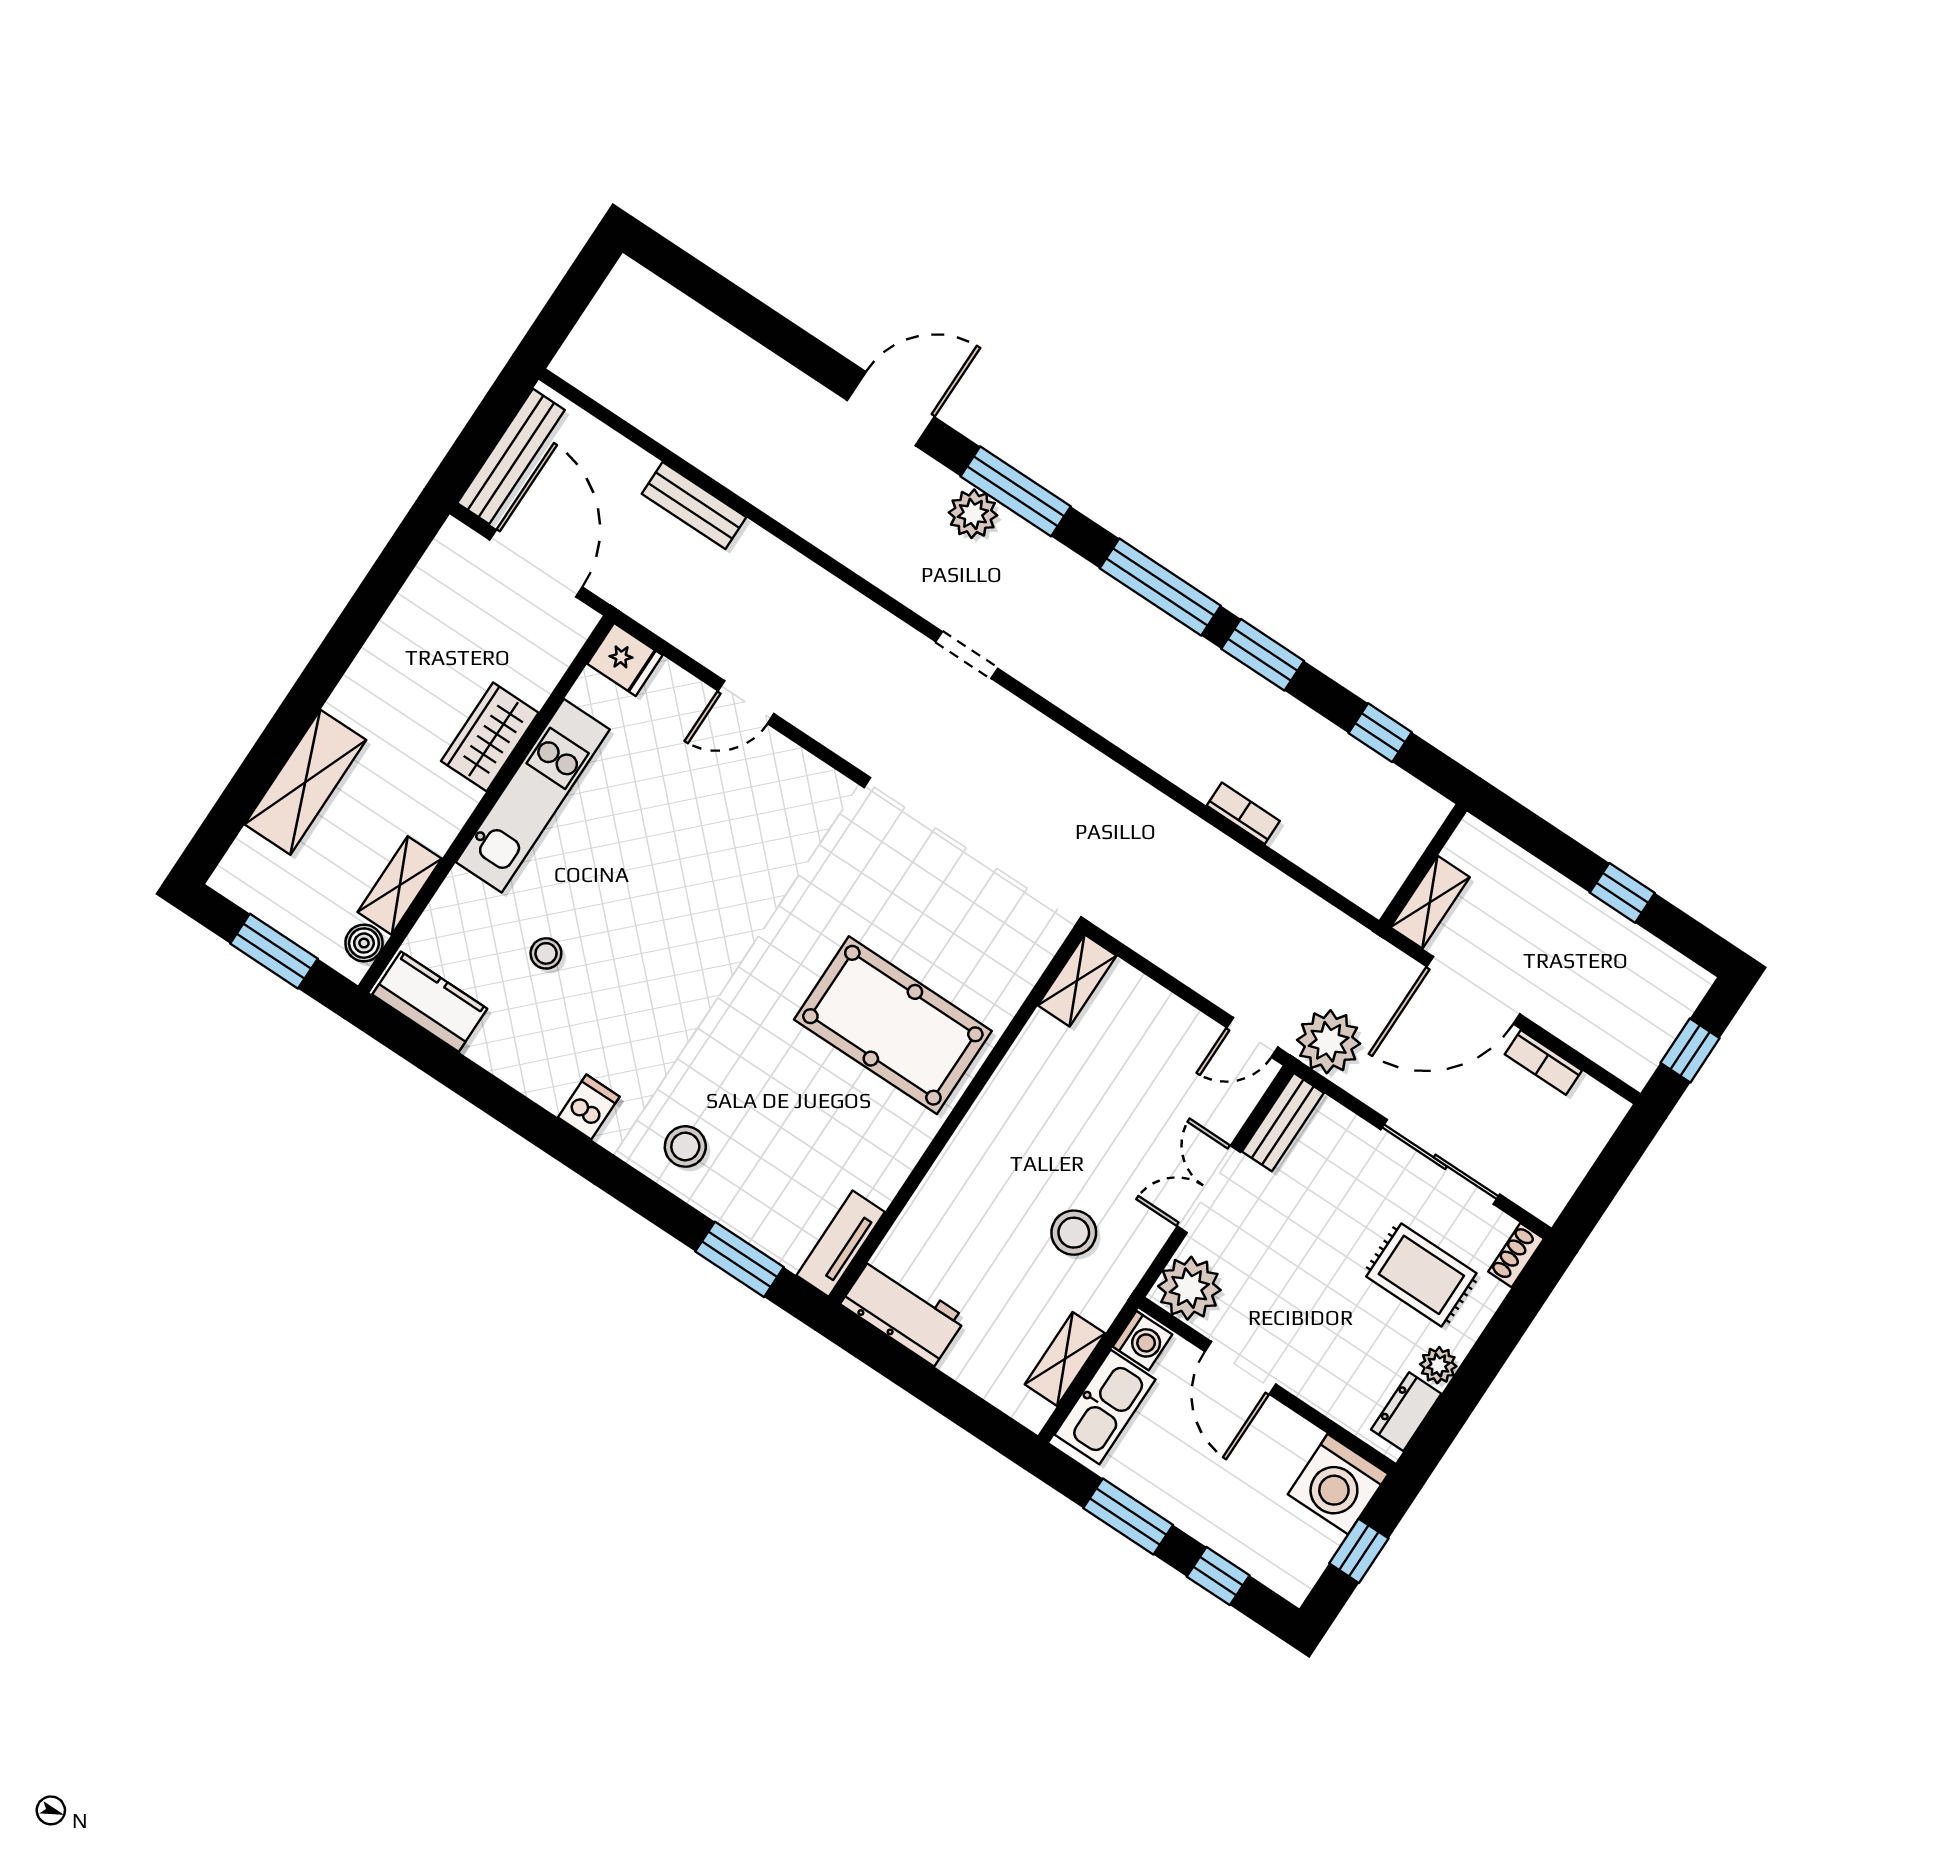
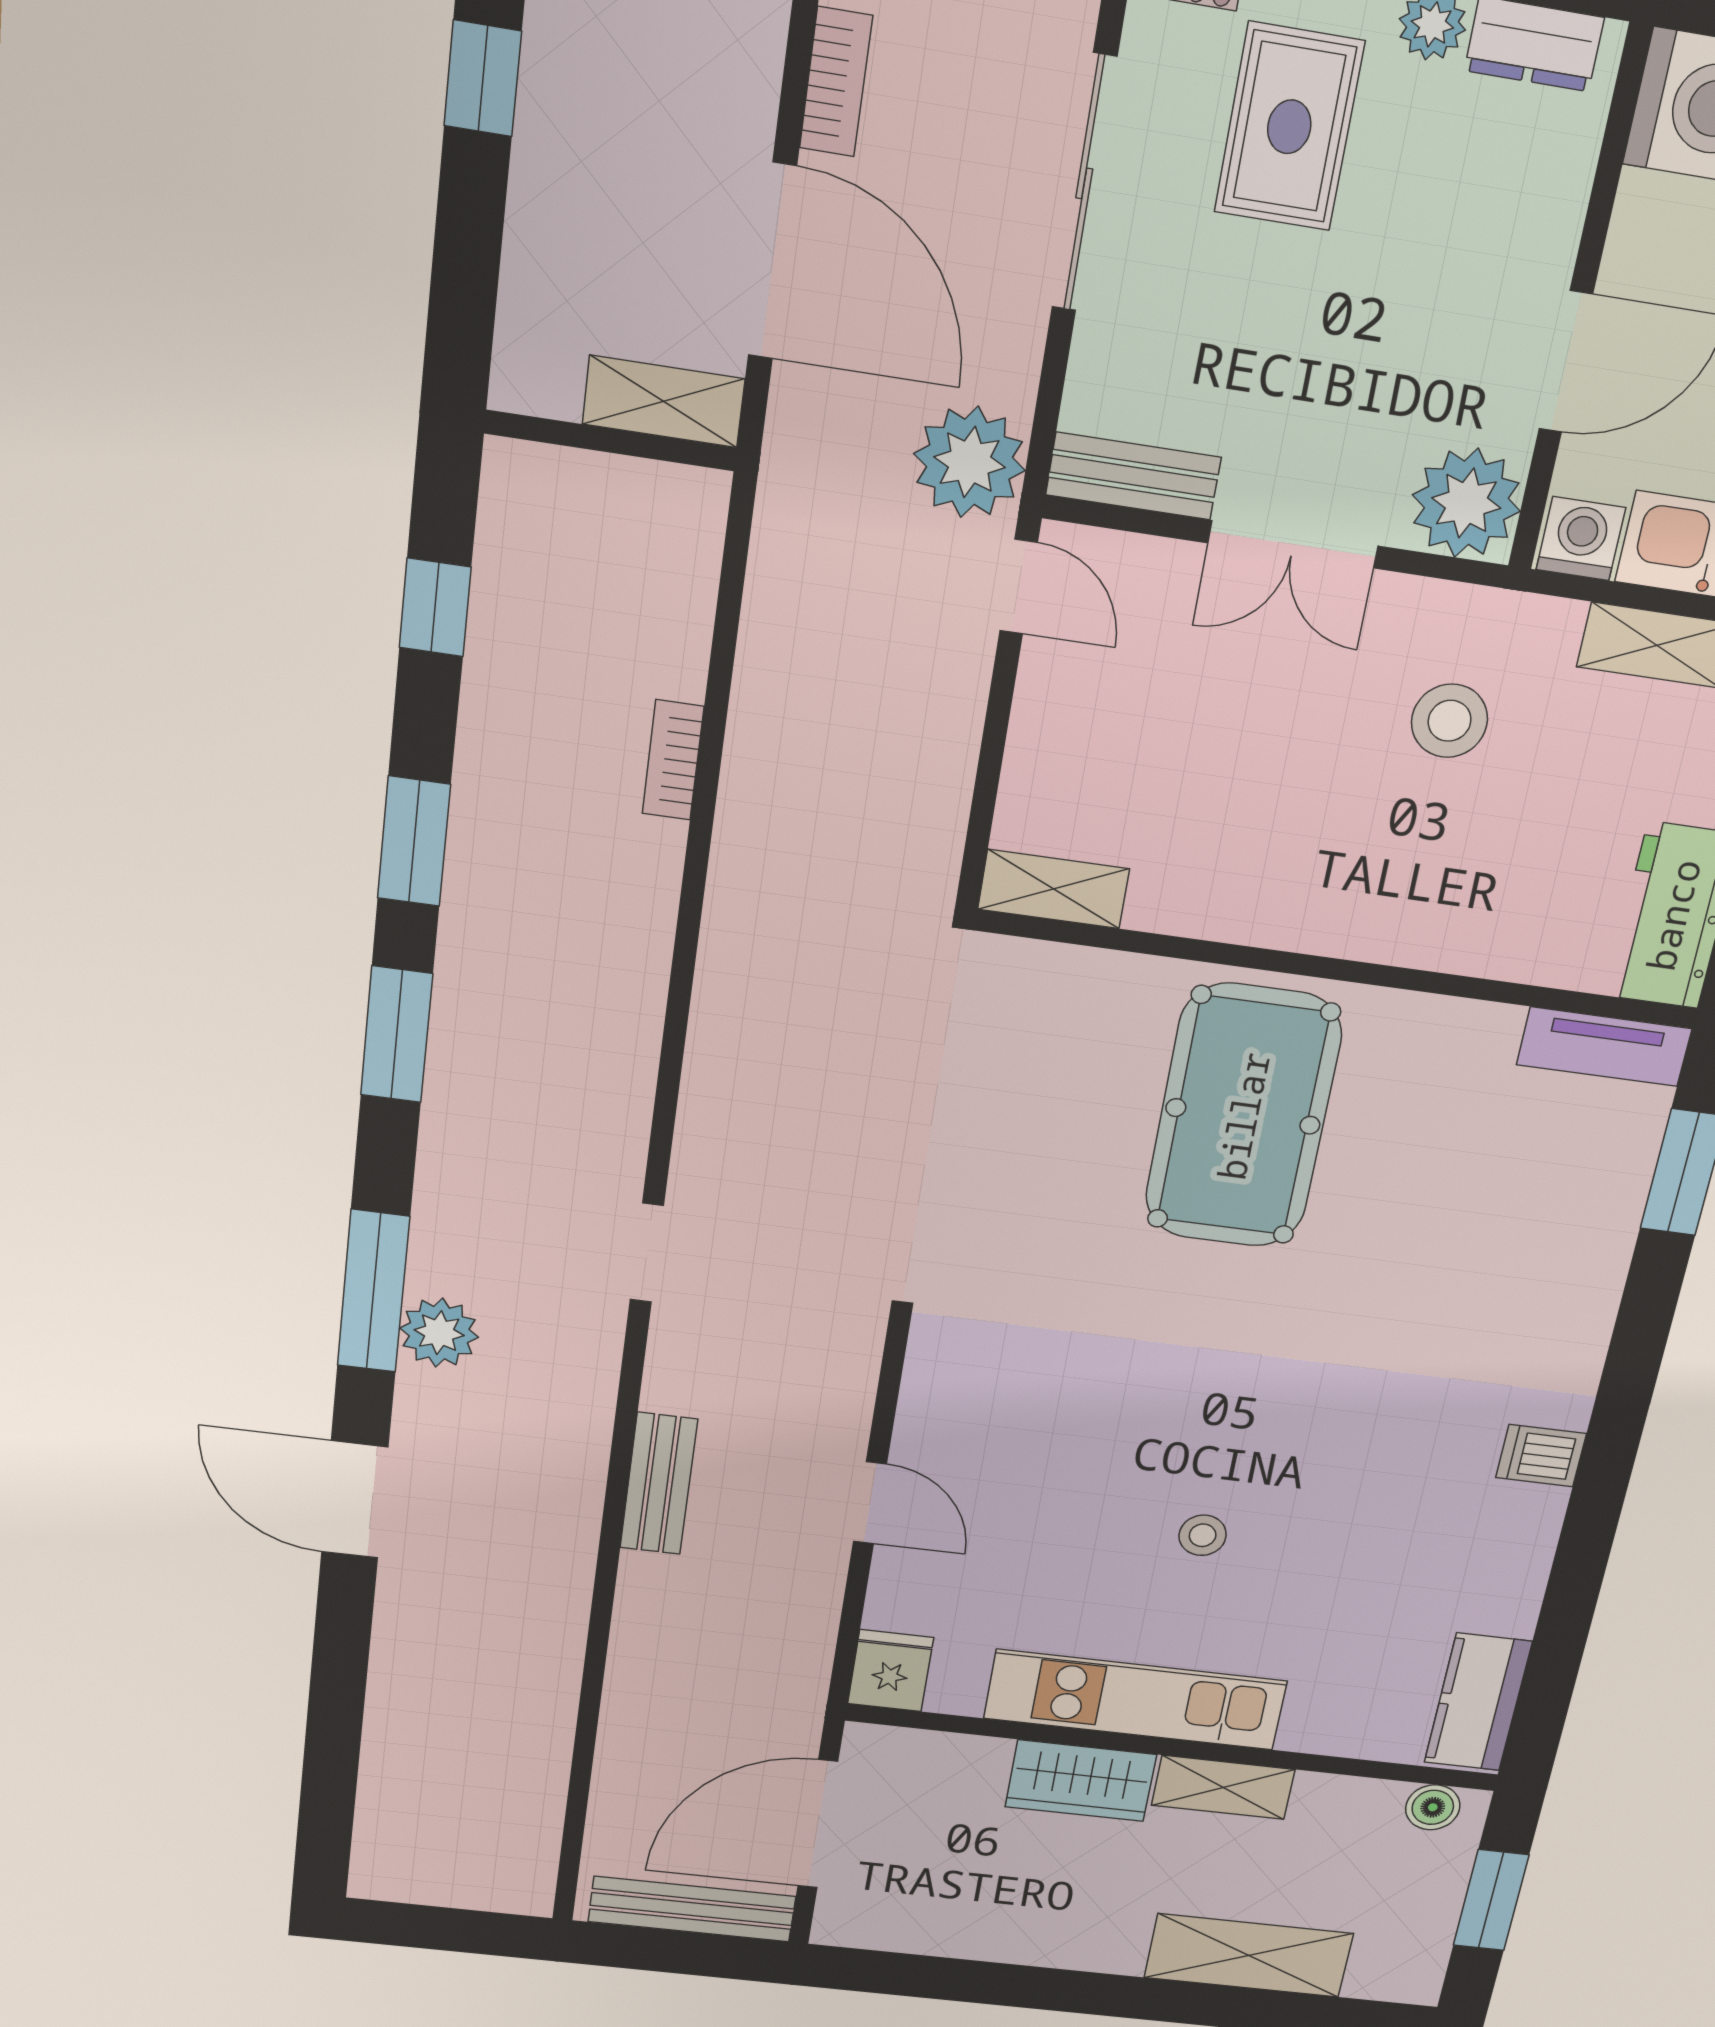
bench: (694, 506) -> (659, 1484), moved
window: (1160, 587) -> (397, 1035), width x0.69
shelving: (400, 885) -> (1223, 1787), moved
stool: (546, 953) -> (1203, 1535), moved
stool: (685, 1146) -> (1545, 1312), removed

